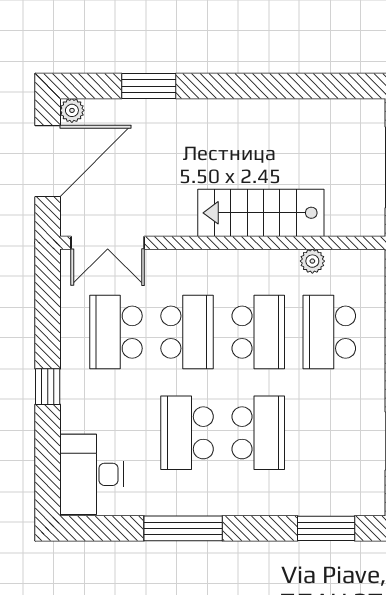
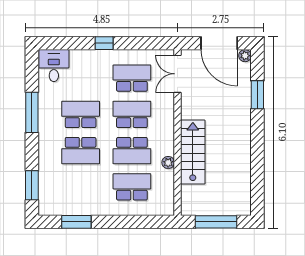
plant: (312, 261) -> (168, 163), moved
school desk: (187, 332) -> (132, 114), turned 180
desk: (91, 474) -> (54, 66), width x0.73

